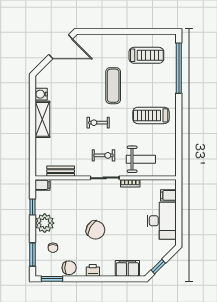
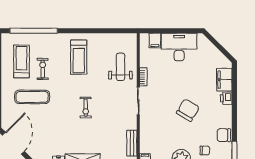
exercise mat: (113, 86) -> (32, 97), moved
exercise bike: (104, 155) -> (43, 69), moved
window: (158, 267) -> (223, 50), removed
chair: (69, 268) -> (224, 135), turned -90
printer: (93, 270) -> (226, 98), moved

